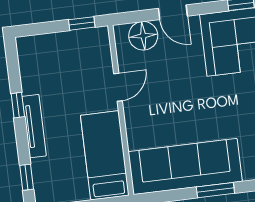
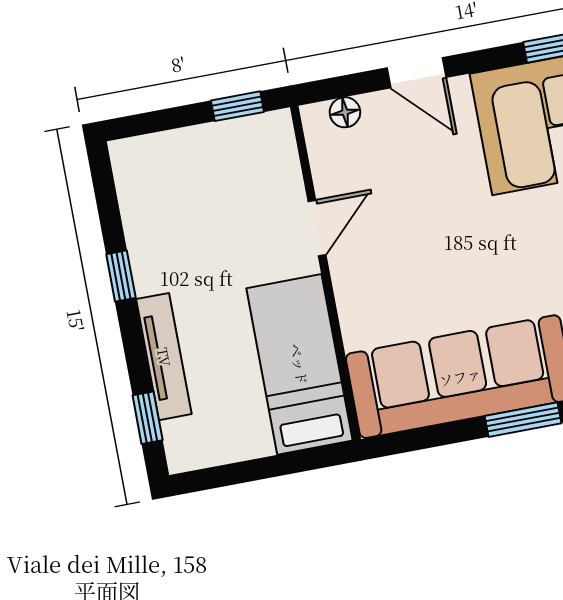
floor lamp: (143, 36) -> (345, 112), width x0.53, depth x0.53
tv unit: (34, 126) -> (164, 357), moved

